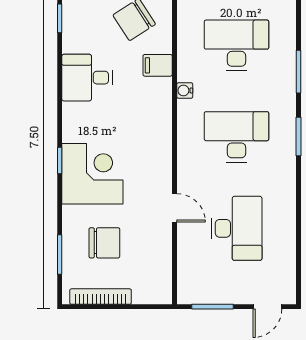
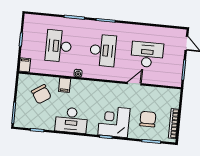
desk: (87, 78) -> (71, 120), width x1.37
desk: (237, 137) -> (103, 50), turned 180

